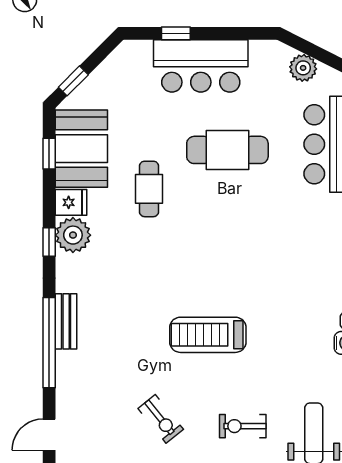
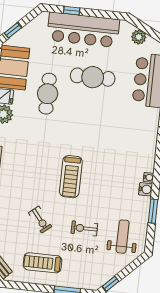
bar counter: (201, 66) -> (83, 30), width x1.36
cafe table: (149, 189) -> (48, 94), width x1.37, depth x1.35
treadmill: (208, 335) -> (71, 177), turned -90

